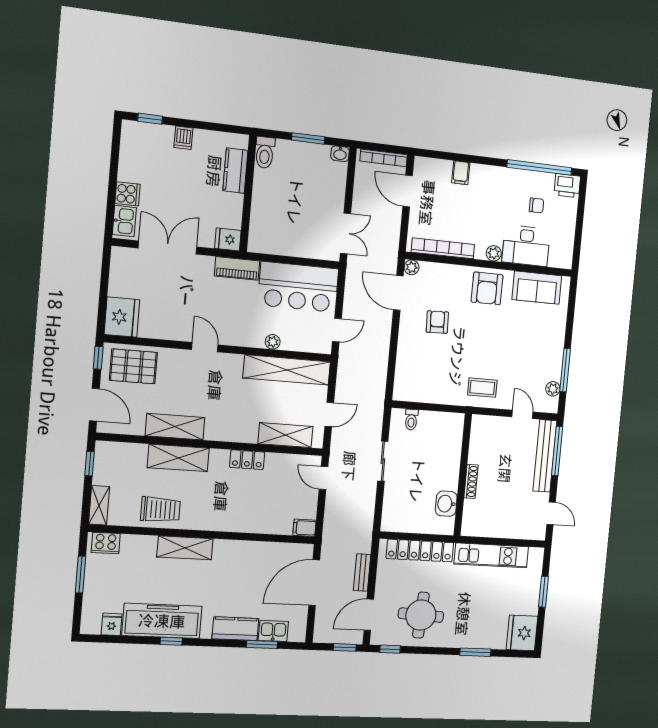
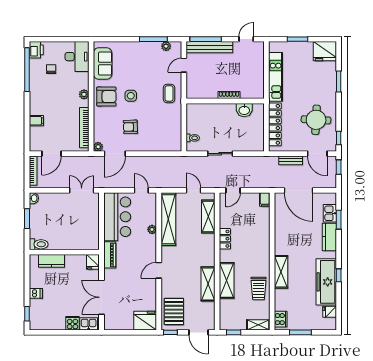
desk: (526, 246) -> (77, 57), moved
side table: (485, 327) -> (131, 96), added
door: (94, 405) -> (198, 332), swing flipped
trolley: (160, 510) -> (259, 288), turned 180

